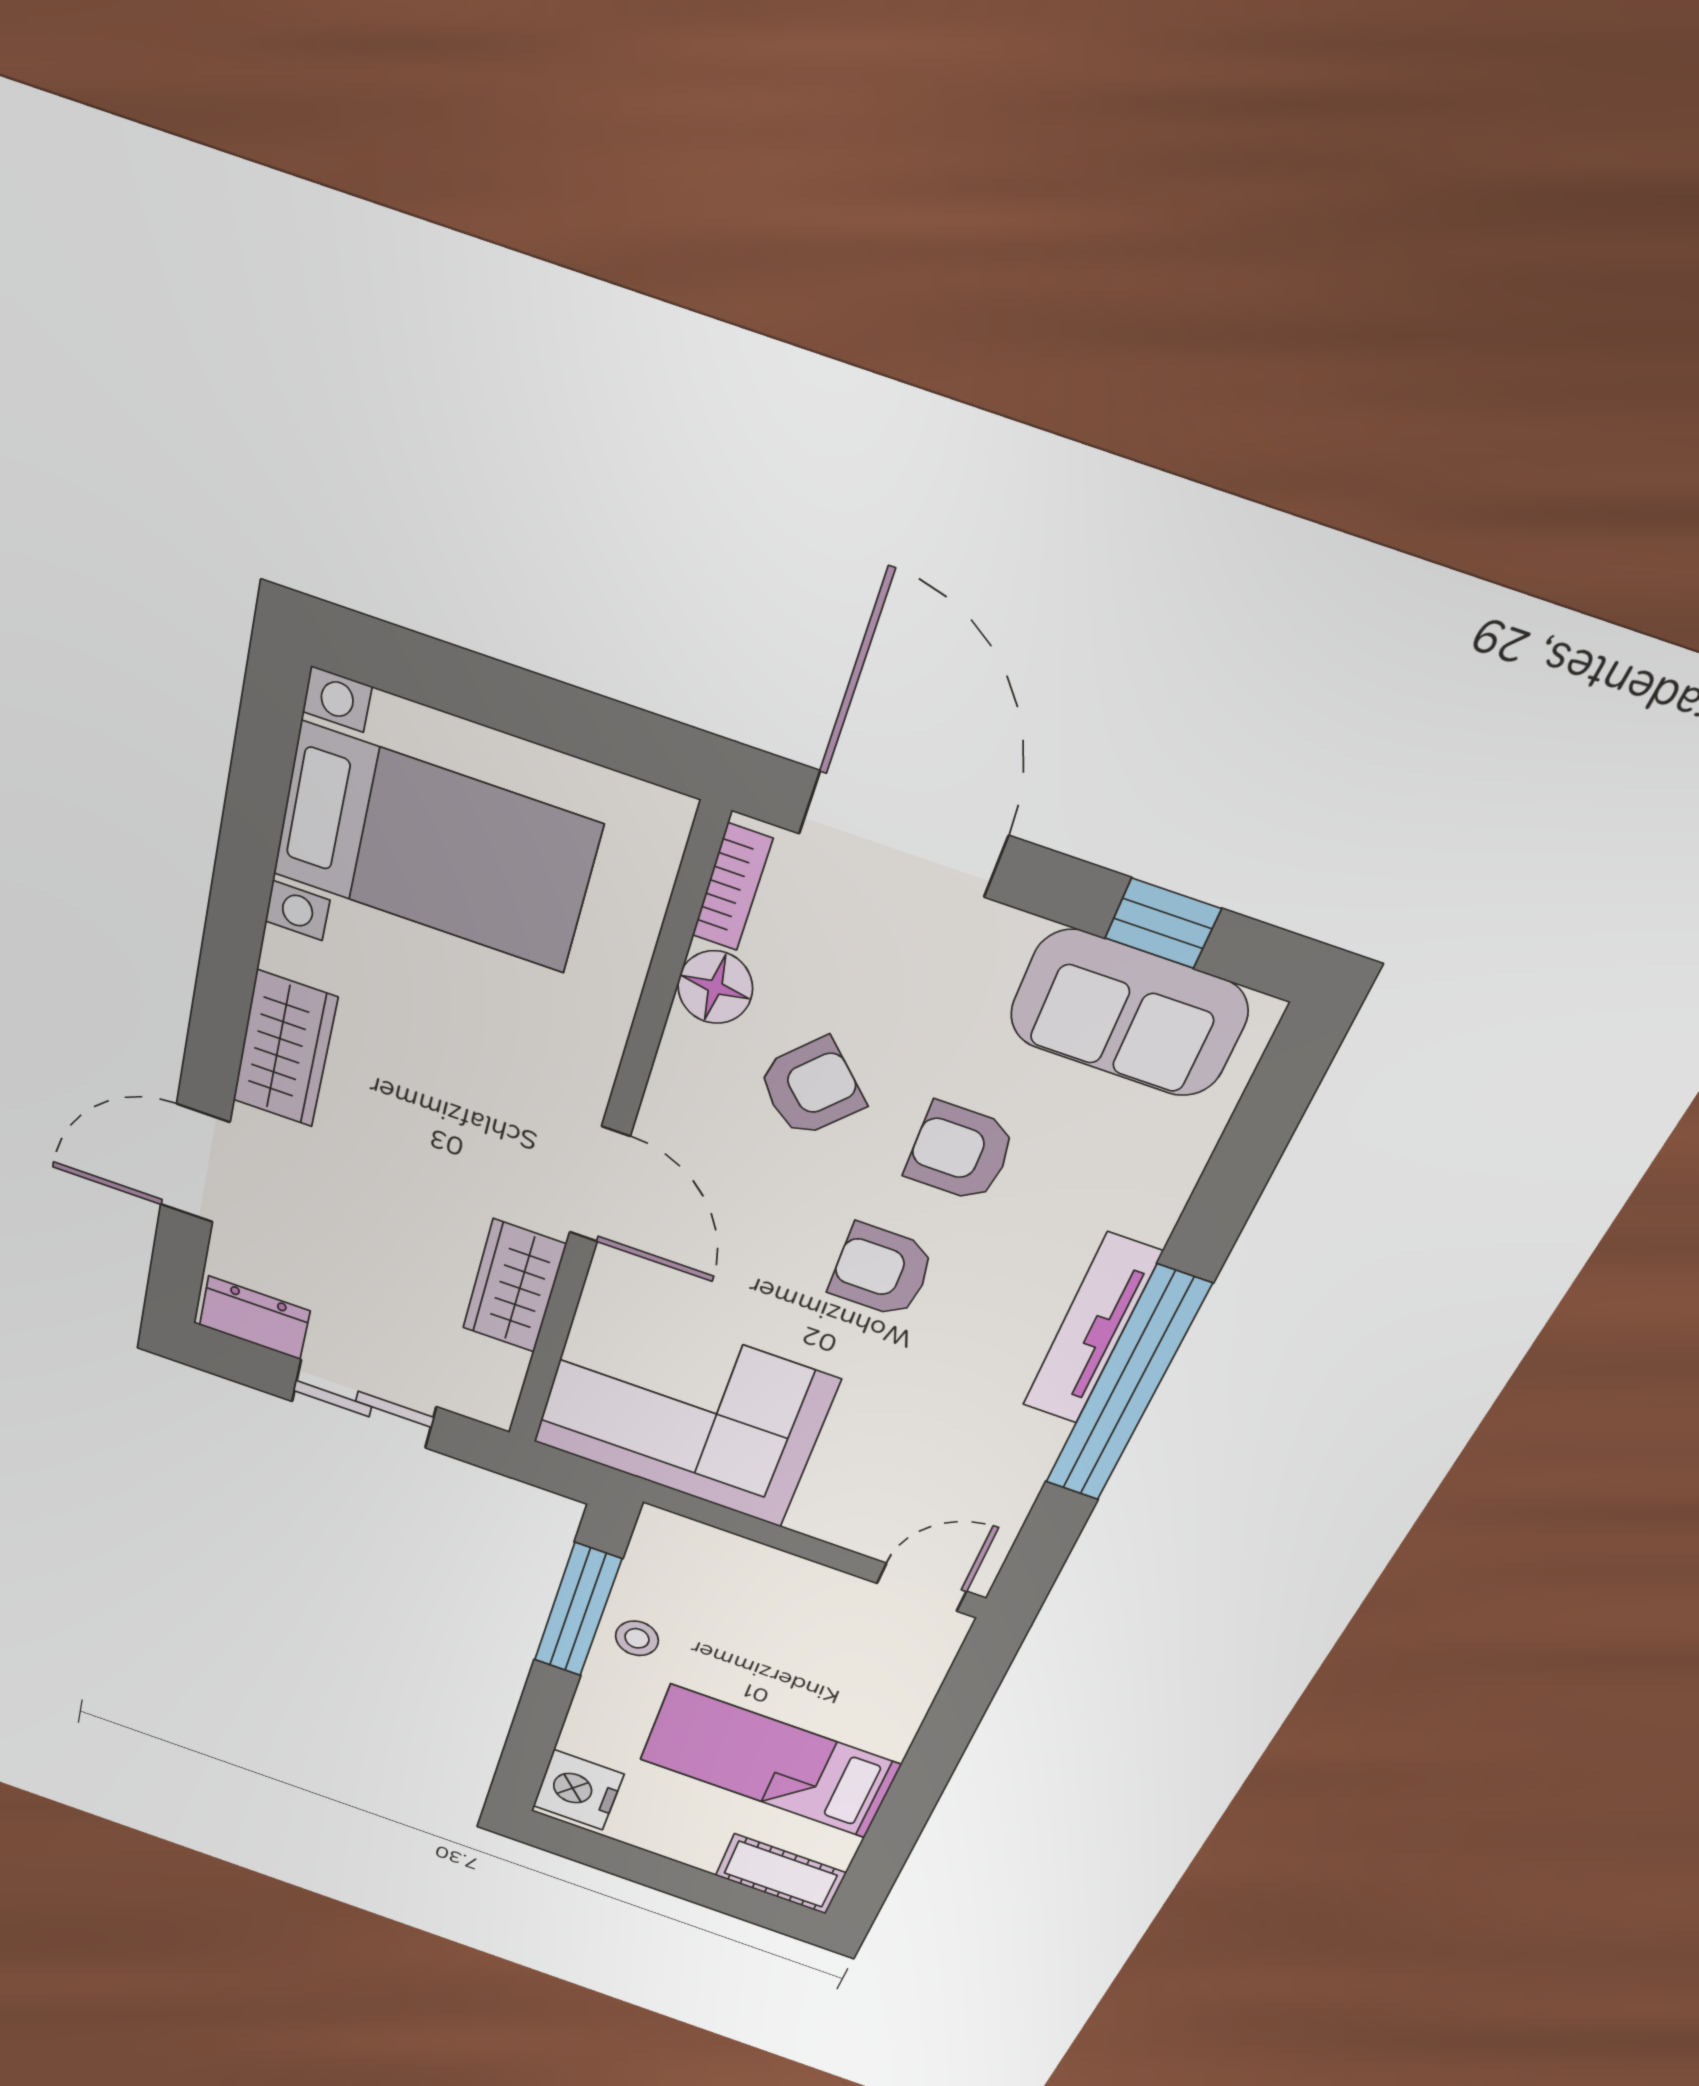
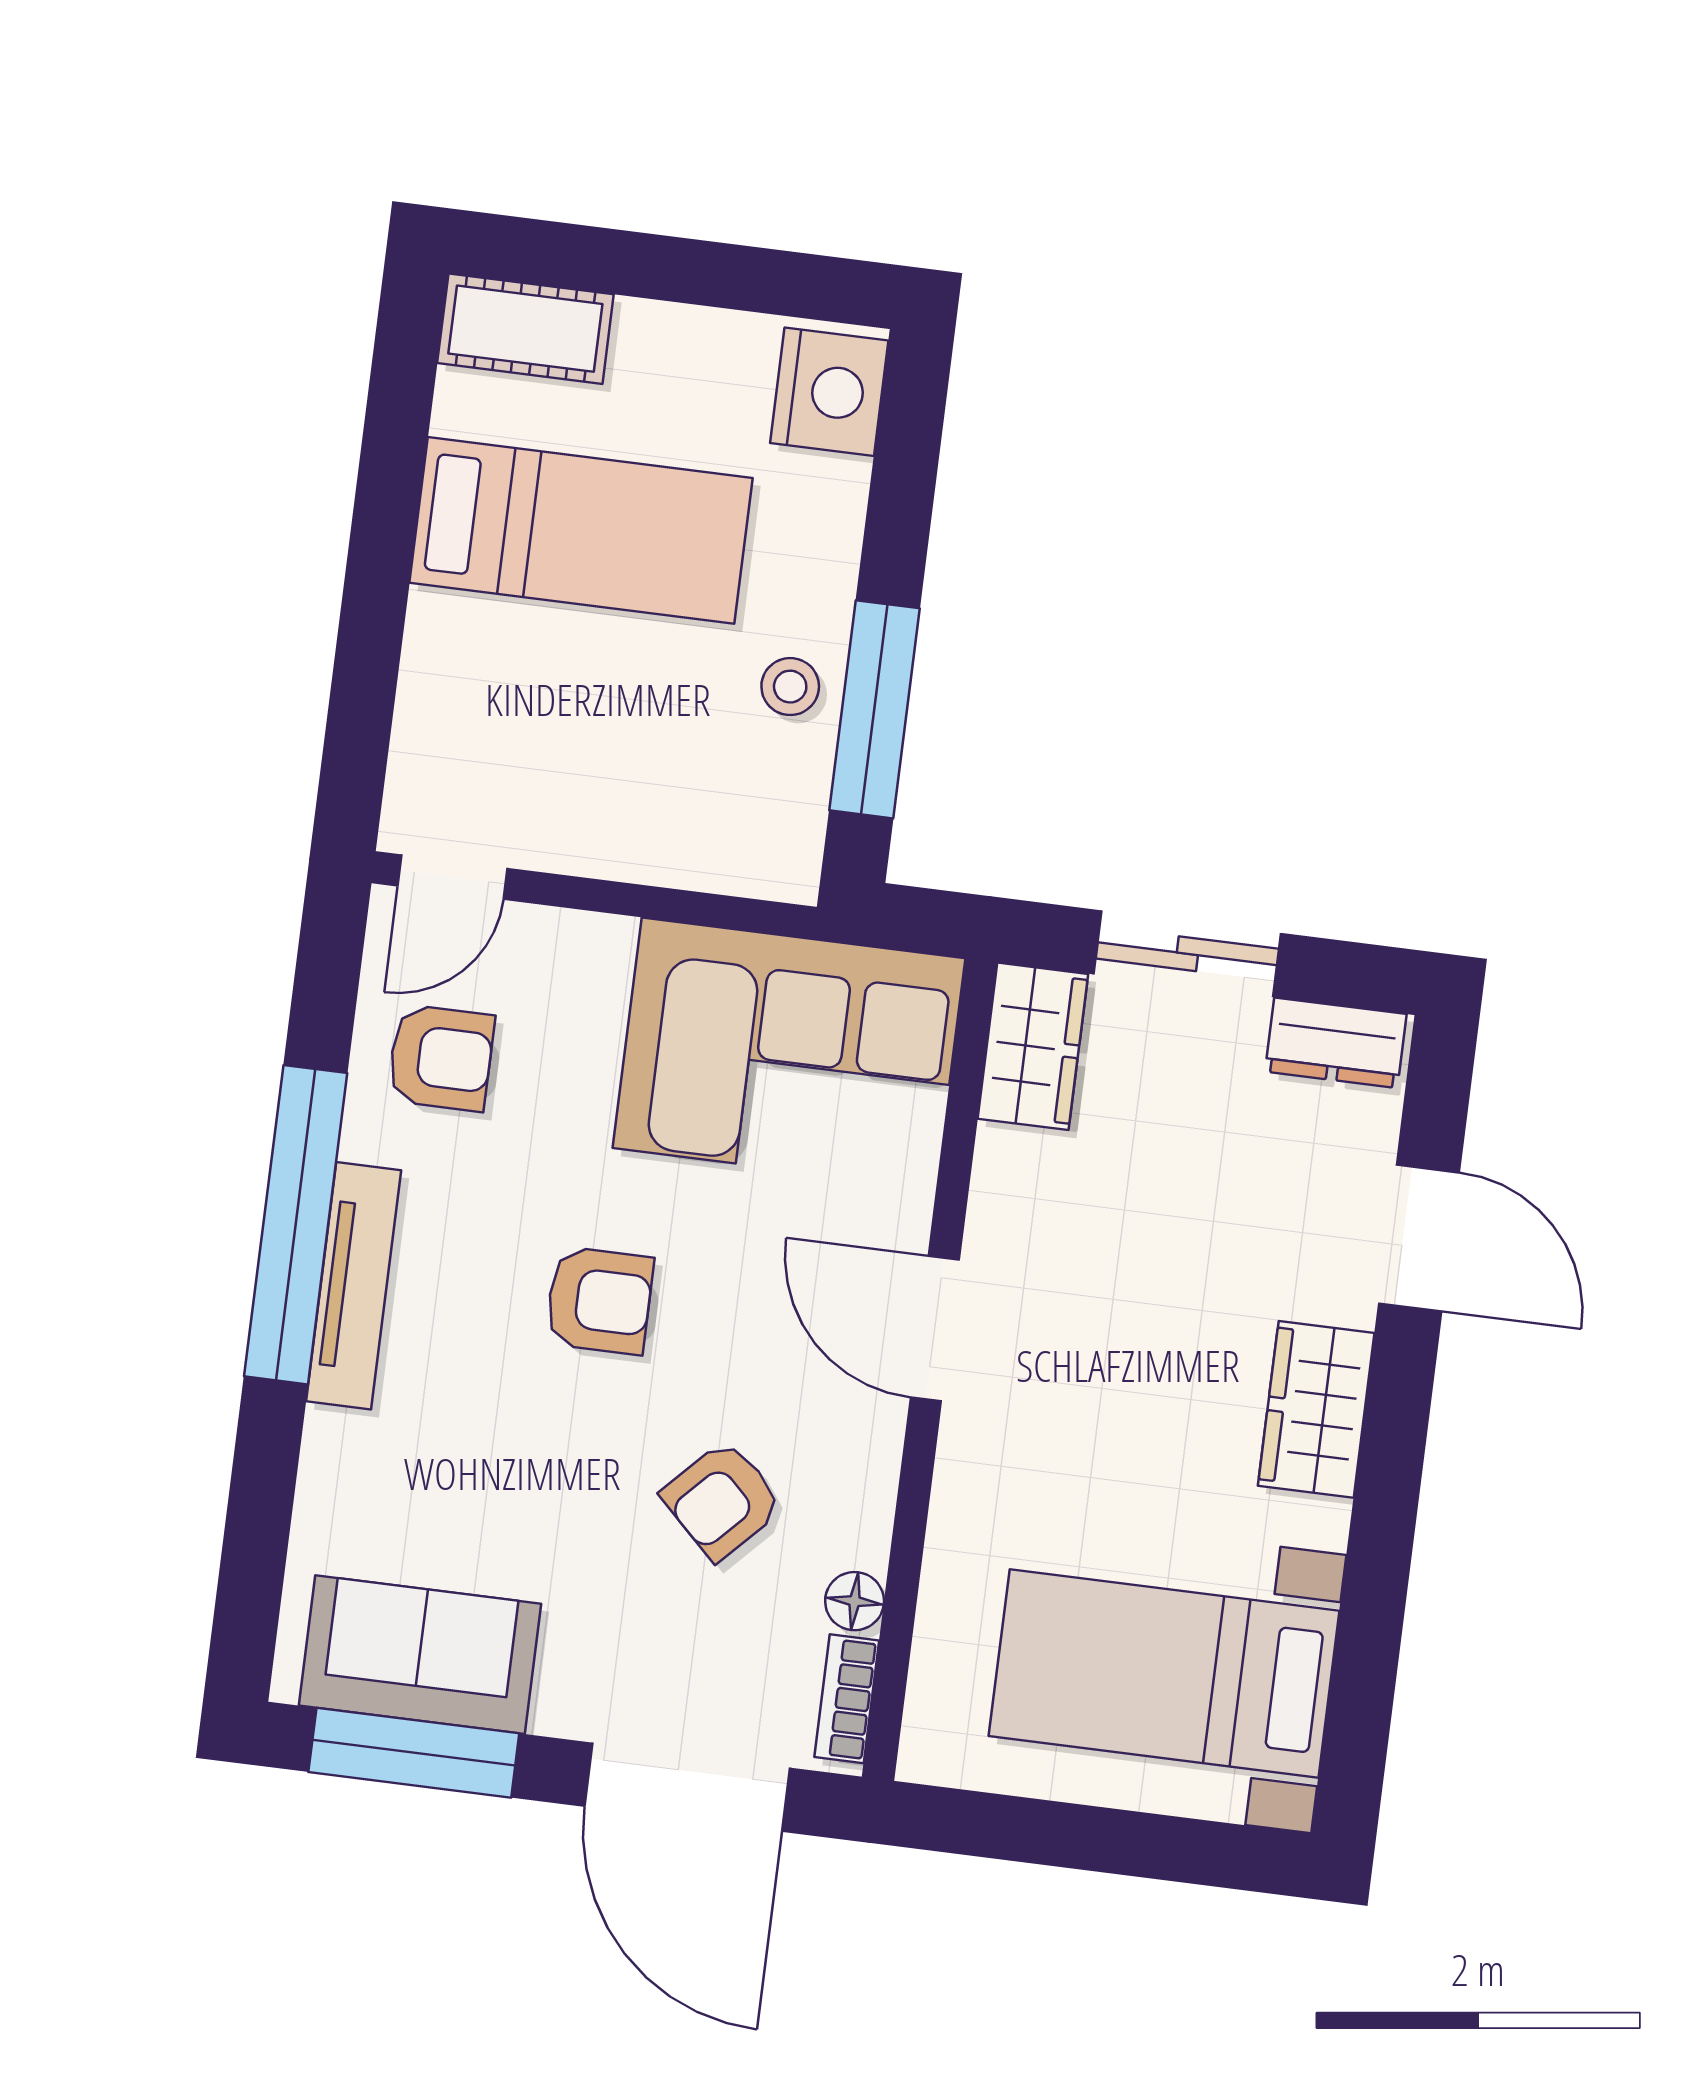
window: (1163, 923) -> (414, 1753), width x2.17
floor lamp: (715, 987) -> (855, 1601), width x0.73, depth x0.73
armchair: (960, 1152) -> (441, 1058), moved
door: (195, 1164) -> (1419, 1238), hinge flipped
wardrobe: (514, 1286) -> (1033, 1046), moved

